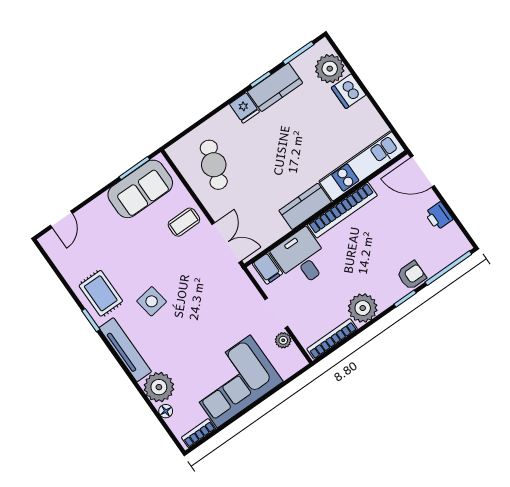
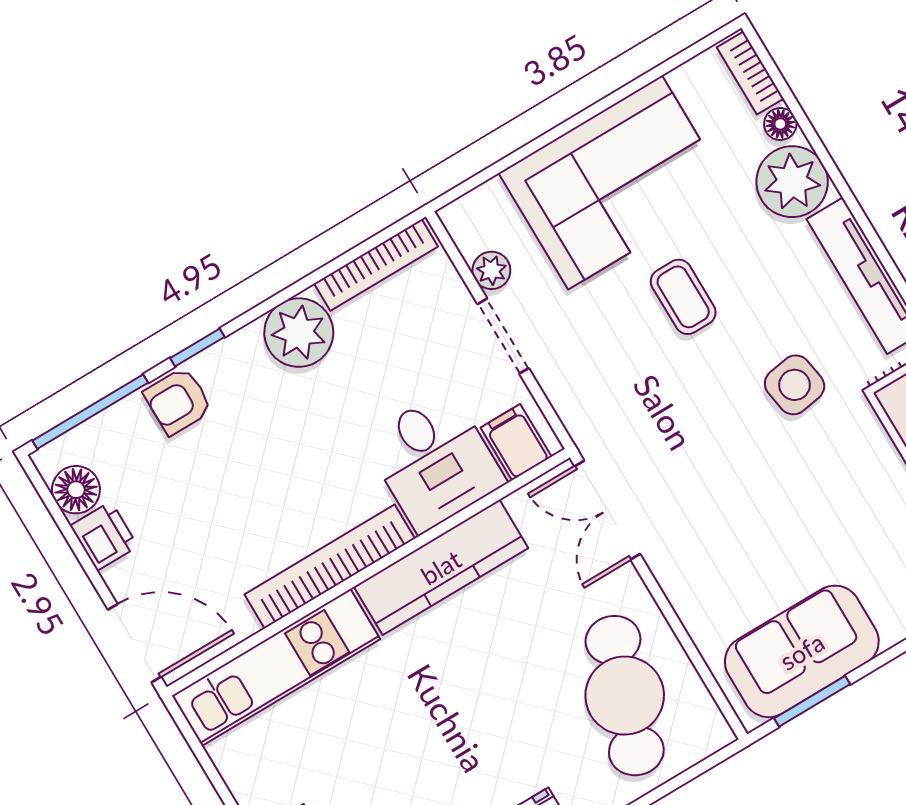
cafe table: (214, 165) -> (625, 696), width x1.37, depth x1.35
kitchen counter: (305, 206) -> (441, 567), width x1.50
coffee table: (184, 222) -> (683, 297), moved, turned 90
floor lamp: (452, 235) -> (76, 490), added
bookcase: (199, 433) -> (750, 73), moved, turned 90

